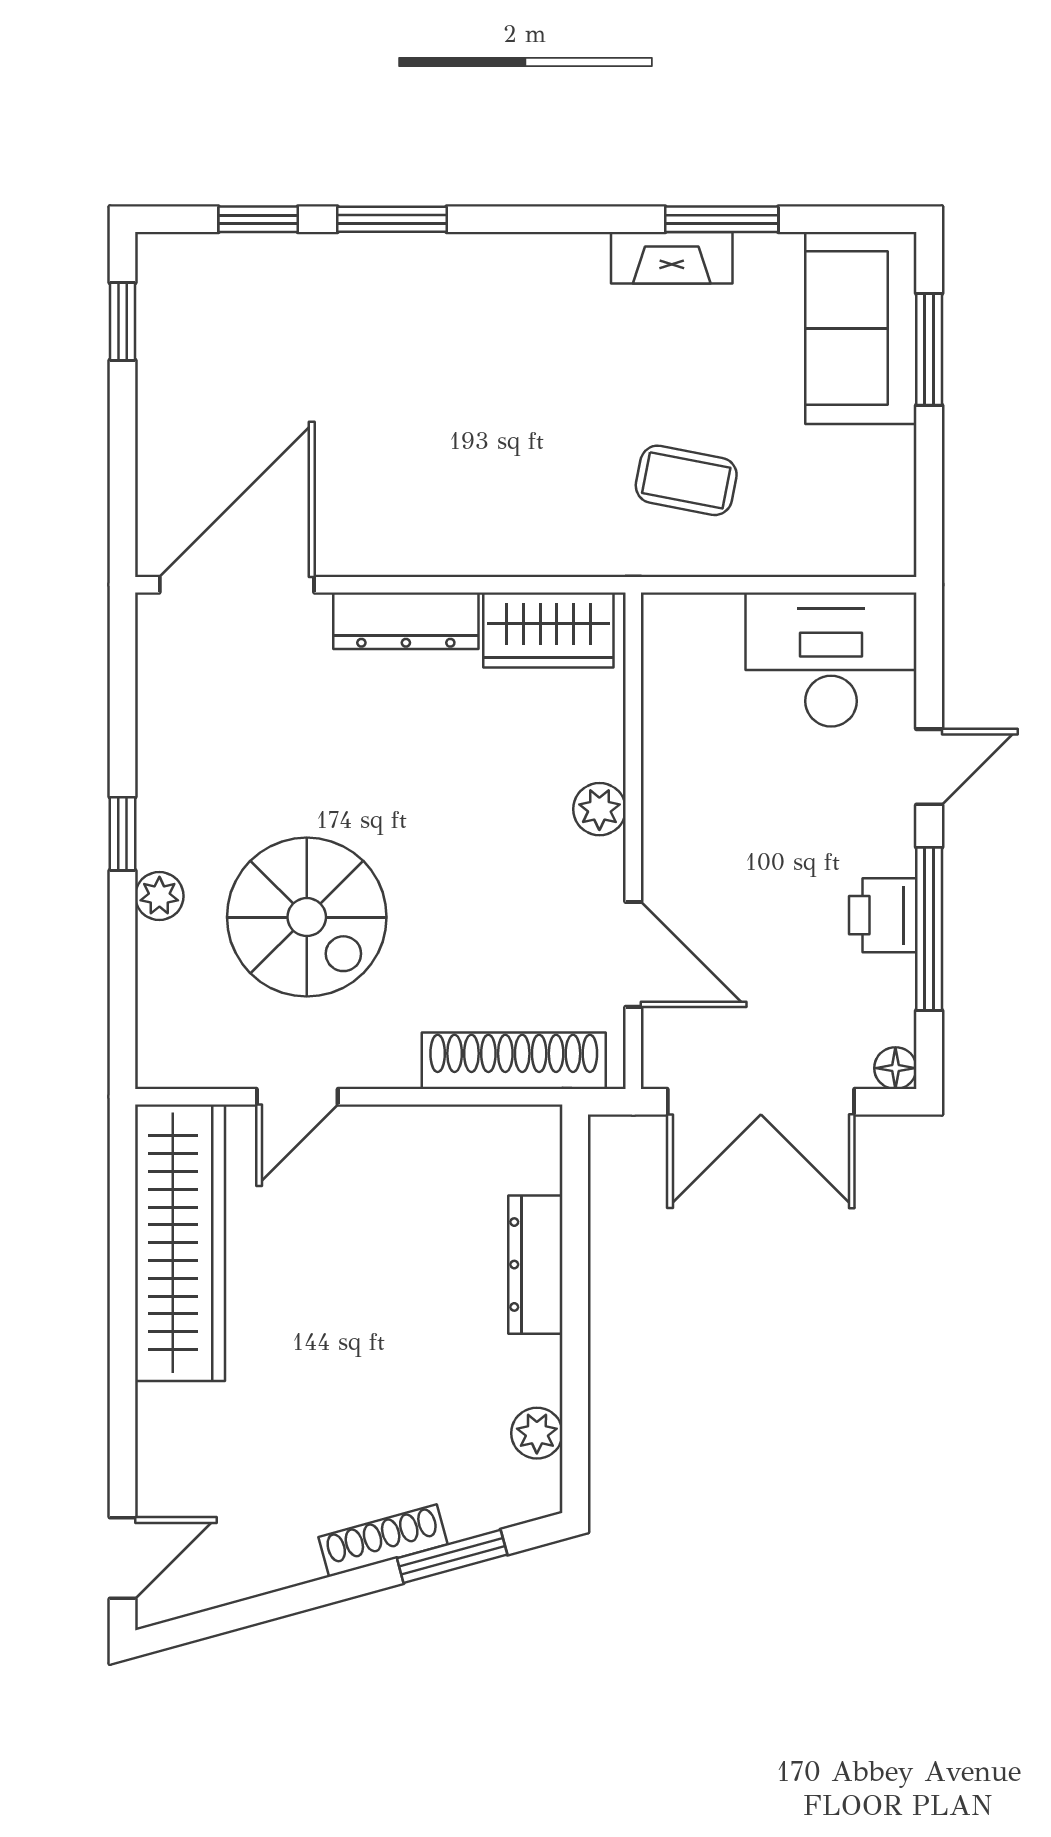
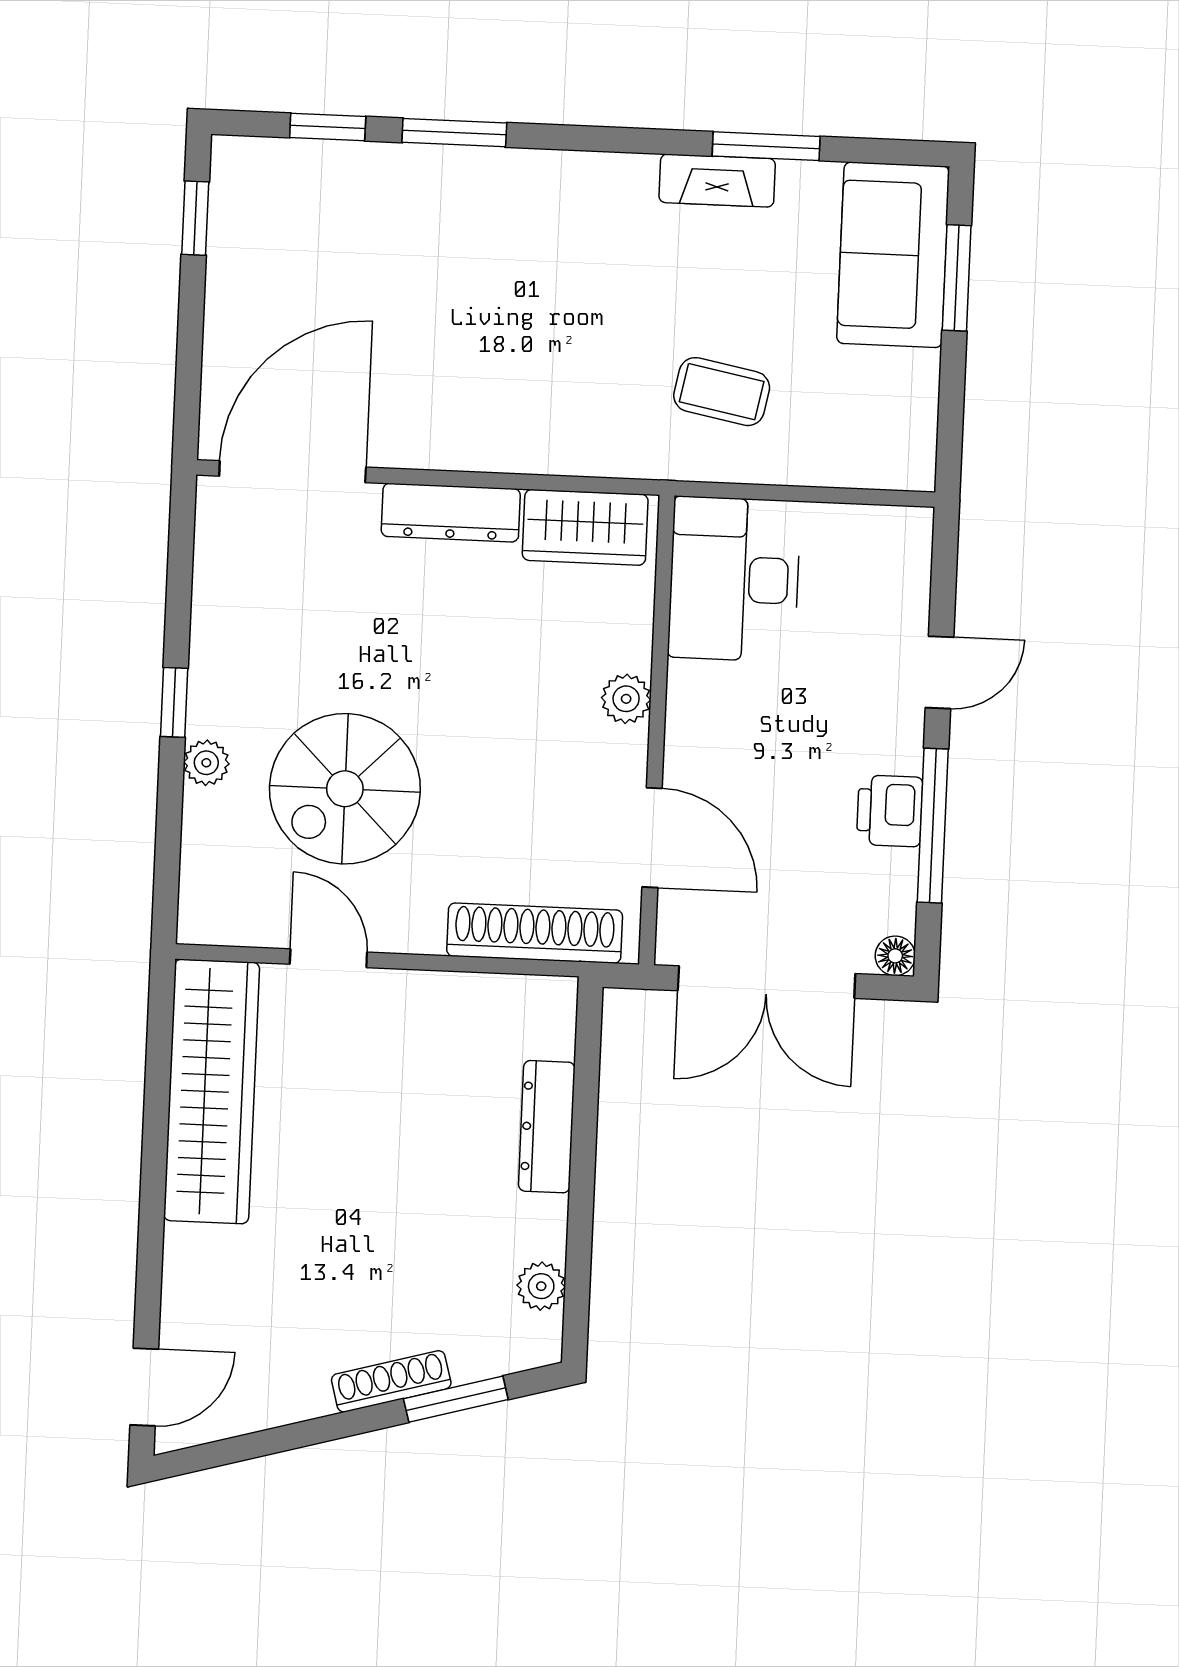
desk: (831, 659) -> (734, 579), moved, turned -90
spiral stairs: (307, 917) -> (345, 789), turned 90
door: (297, 1097) -> (328, 958), swing flipped

